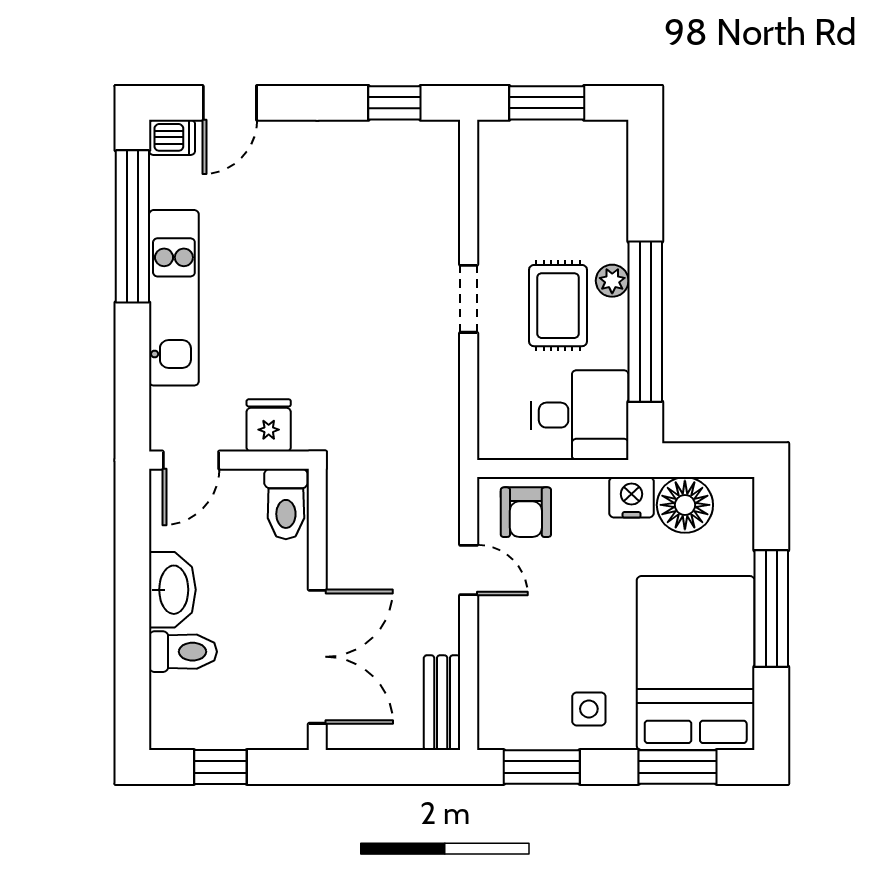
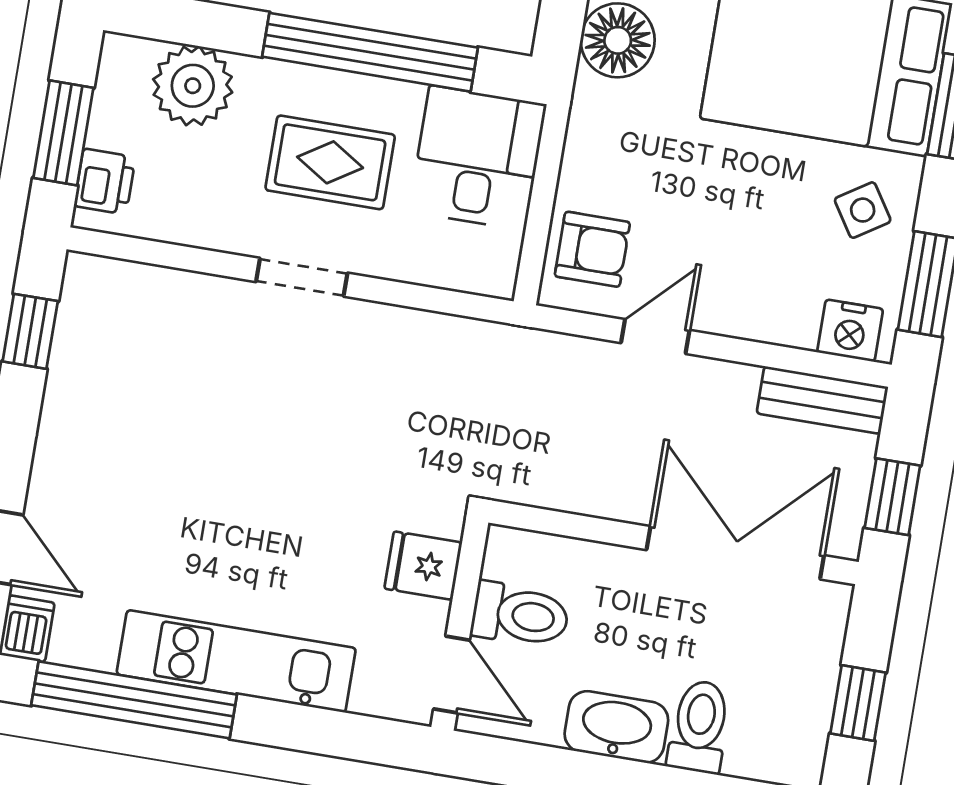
printer: (516, 140) -> (105, 182), added
plant: (612, 281) -> (193, 86), moved, width x1.88, depth x1.88
nightstand: (632, 497) -> (850, 331), moved, turned -90
toilet: (286, 504) -> (520, 615), moved
side table: (589, 709) -> (863, 210), turned -33
window: (379, 767) -> (892, 497), added

